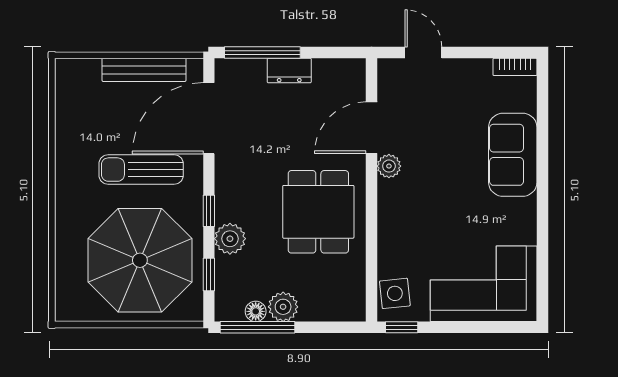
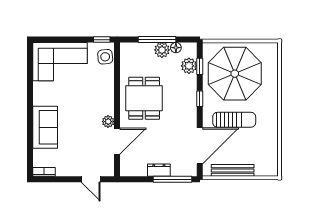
plant: (230, 239) -> (189, 66), moved
window: (257, 327) -> (157, 40), moved

